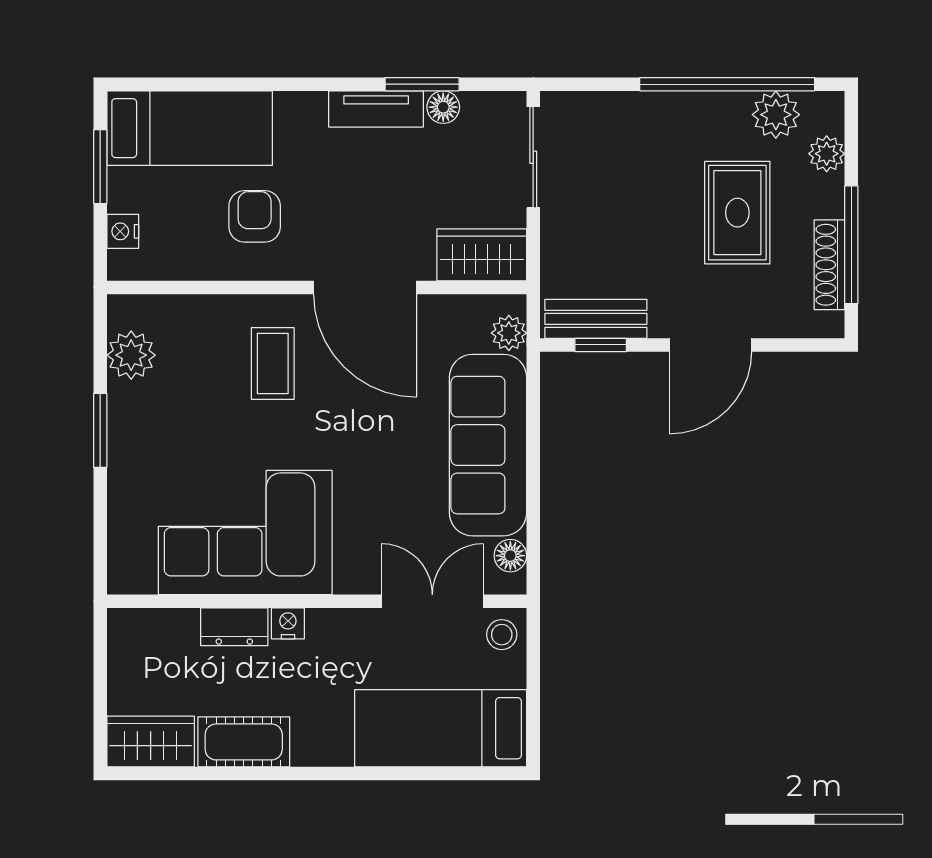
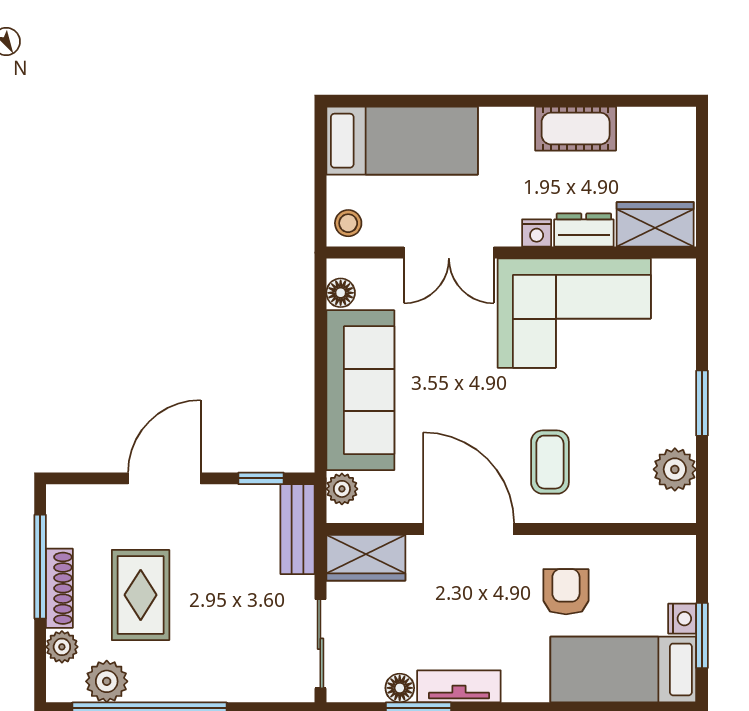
armchair: (255, 216) -> (566, 592), turned 180
nightstand: (123, 231) -> (682, 619), moved
shoe rack: (829, 265) -> (59, 588), moved
bench: (596, 319) -> (297, 529), moved, turned 90
double door: (432, 601) -> (449, 253), moved
wardrobe: (151, 742) -> (655, 224), moved, turned 180

